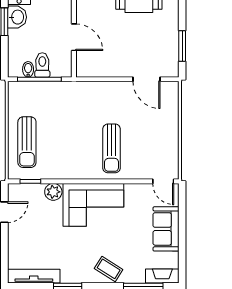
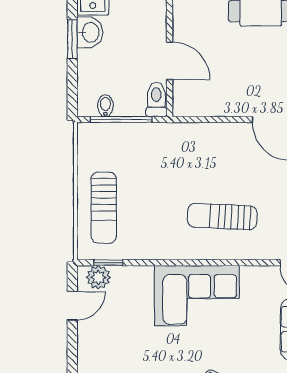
toilet: (42, 65) -> (156, 99), moved
sun lounger: (112, 148) -> (222, 216), turned 93
plant: (53, 192) -> (98, 277), moved

